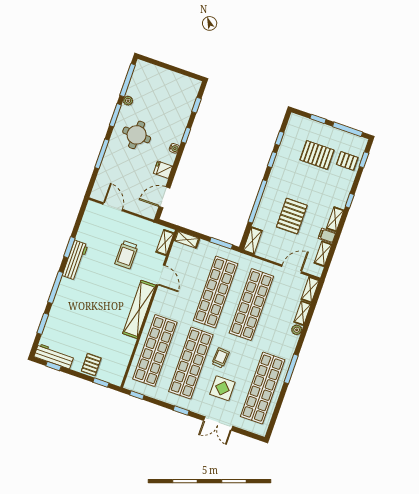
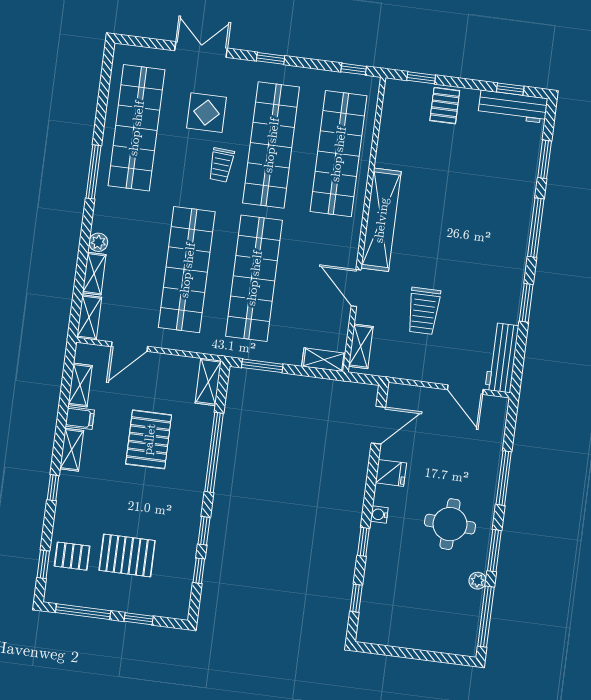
trolley: (126, 255) -> (424, 311), turned 180
workbench: (75, 260) -> (502, 358), moved

